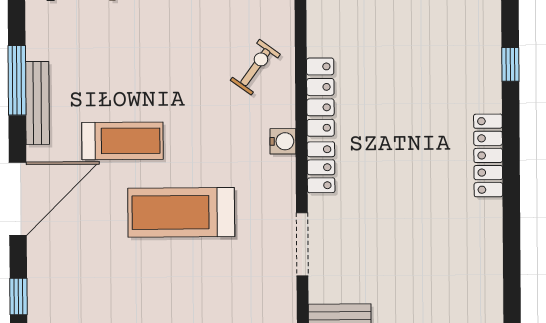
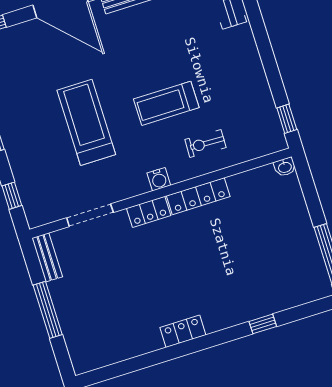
exercise bike: (255, 67) -> (205, 144), turned 146
treadmill: (123, 141) -> (166, 103), moved, turned 90
locker: (488, 155) -> (183, 331), width x0.66

